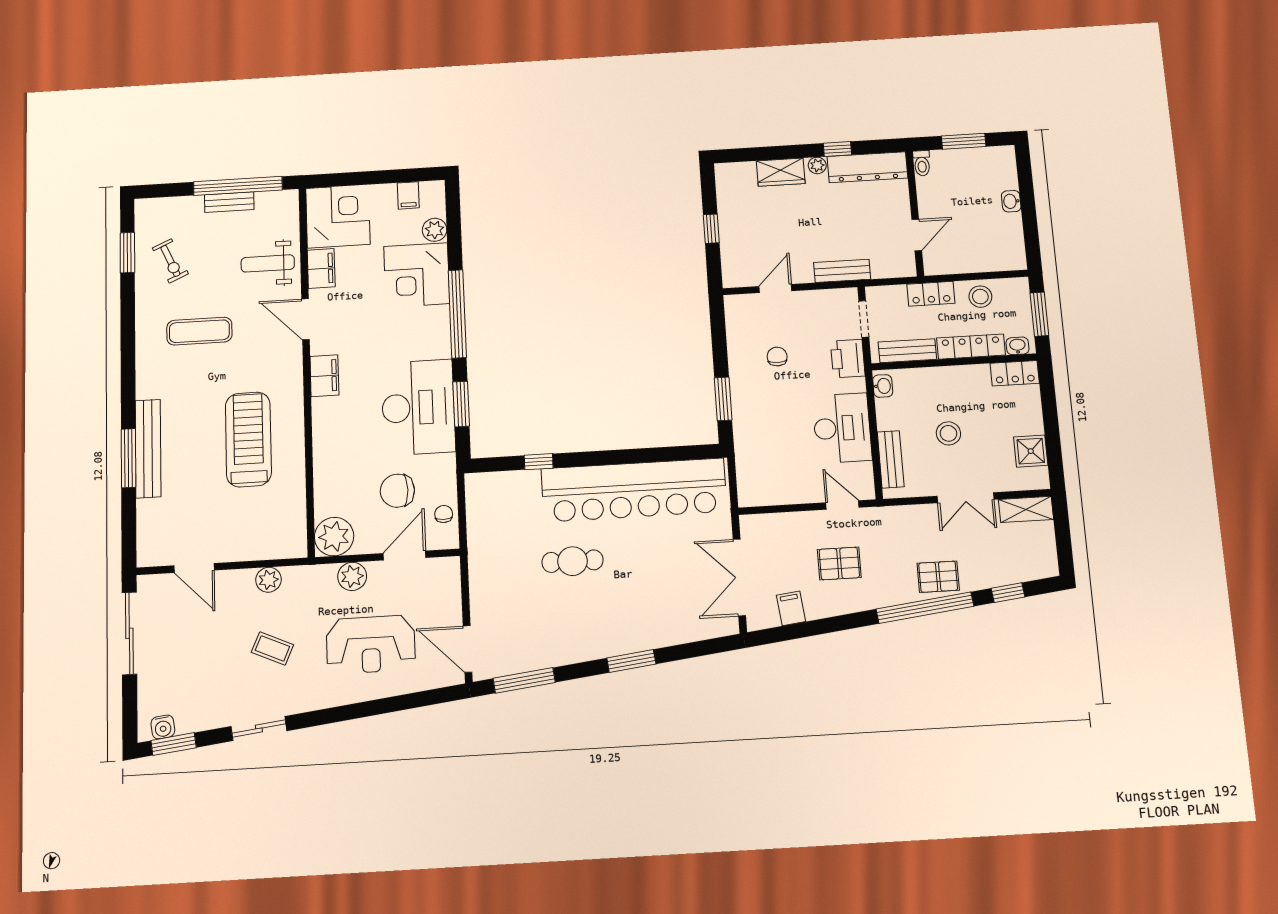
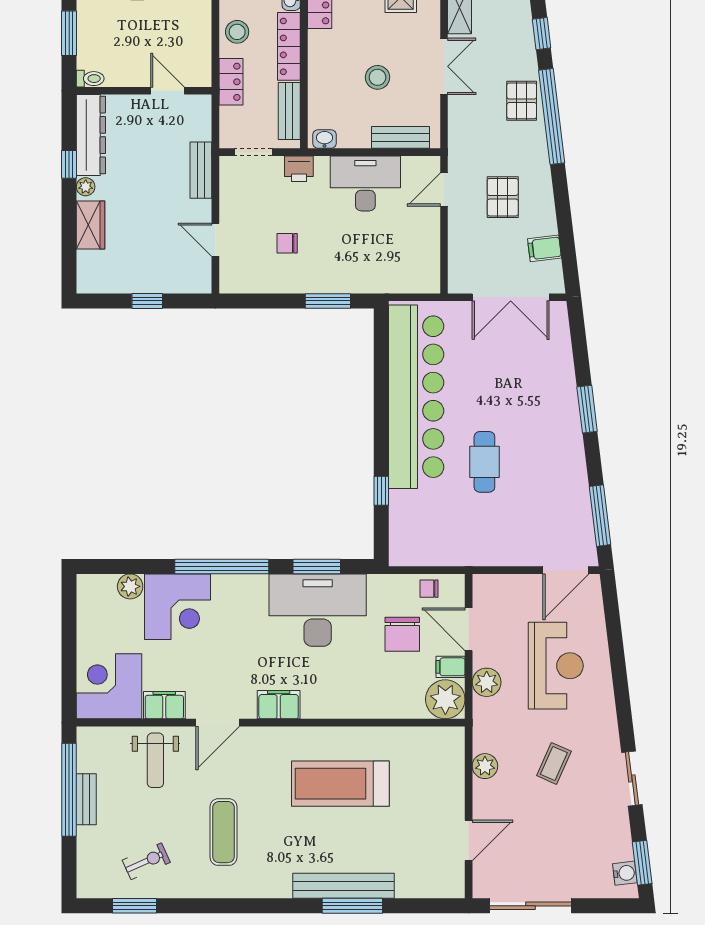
filing cabinet: (408, 195) -> (450, 667), moved, turned 180
printer: (848, 359) -> (299, 169), width x0.73, depth x0.81

